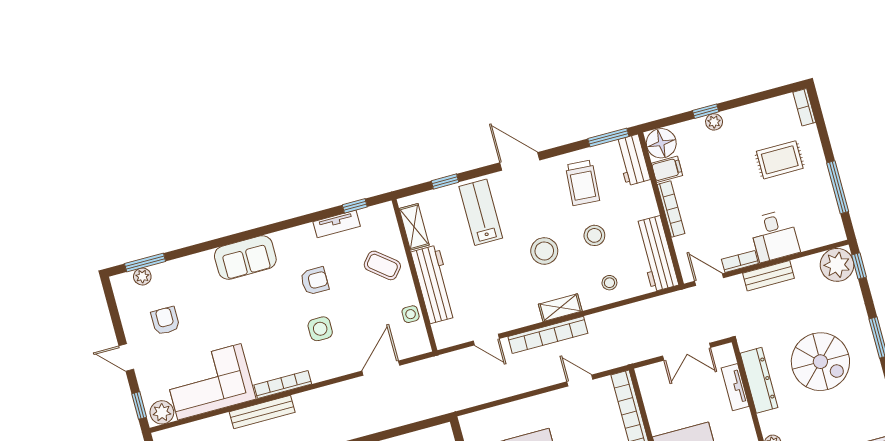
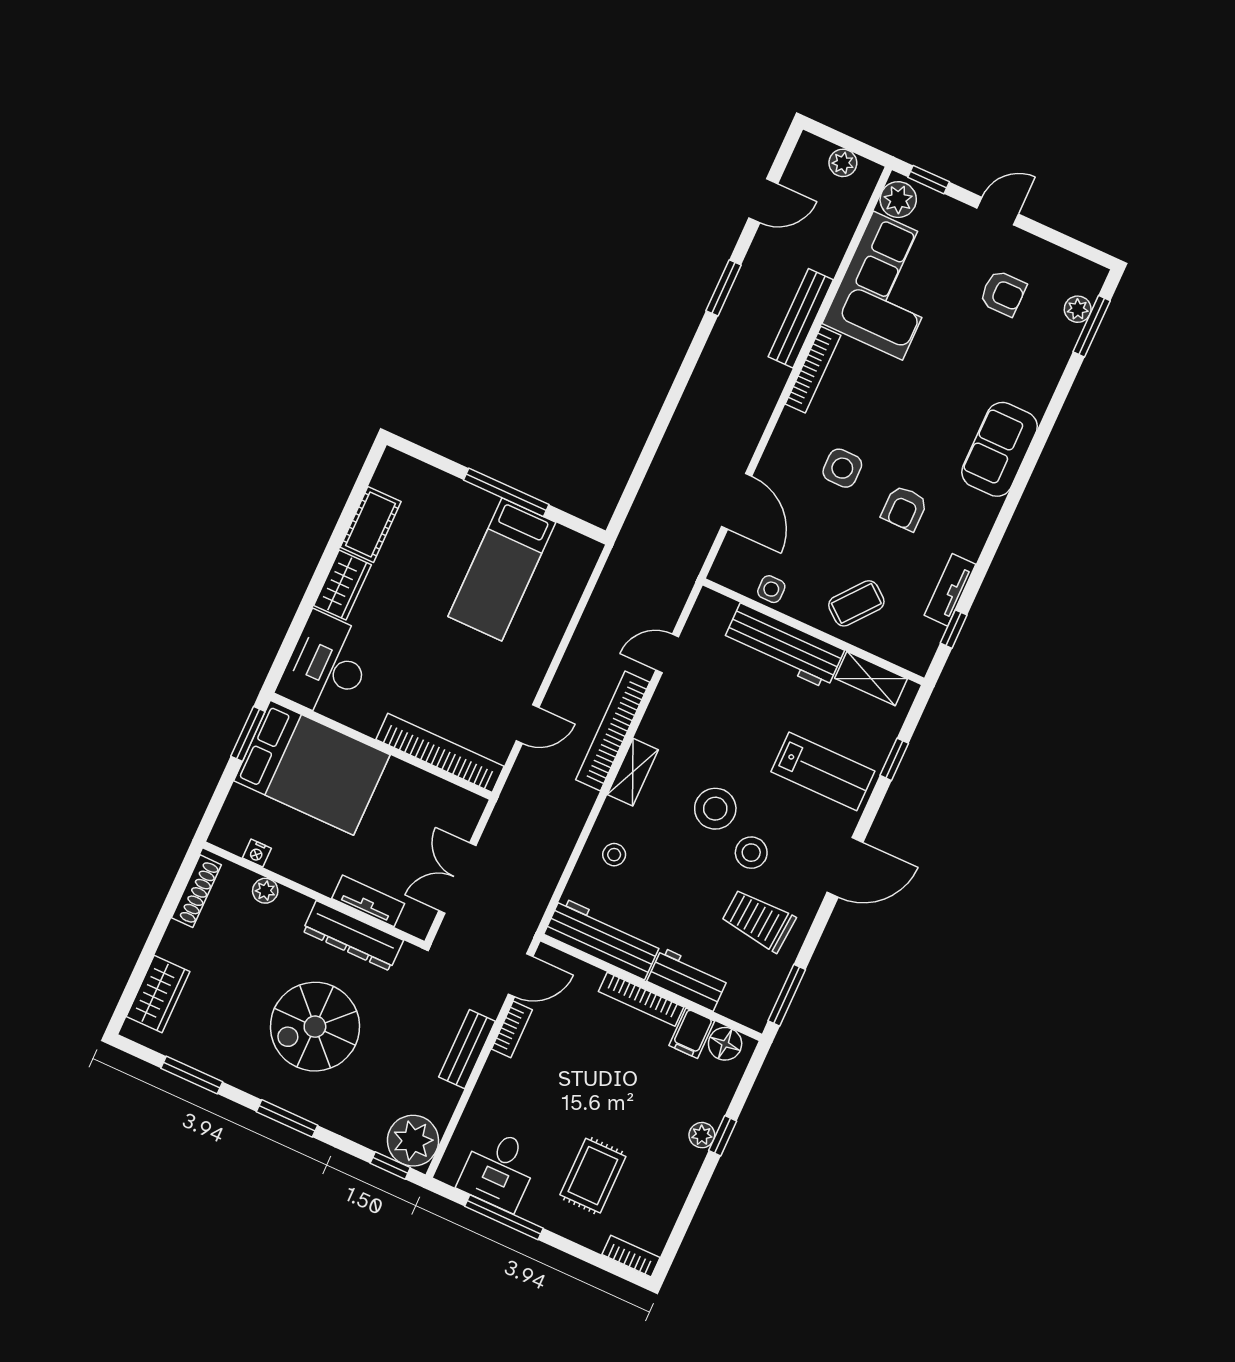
floor lamp: (661, 143) -> (725, 1044), width x0.73, depth x0.73
workbench: (632, 160) -> (688, 979), moved
stool: (594, 235) -> (751, 853), moved
desk: (774, 236) -> (499, 1170), moved, turned -90

